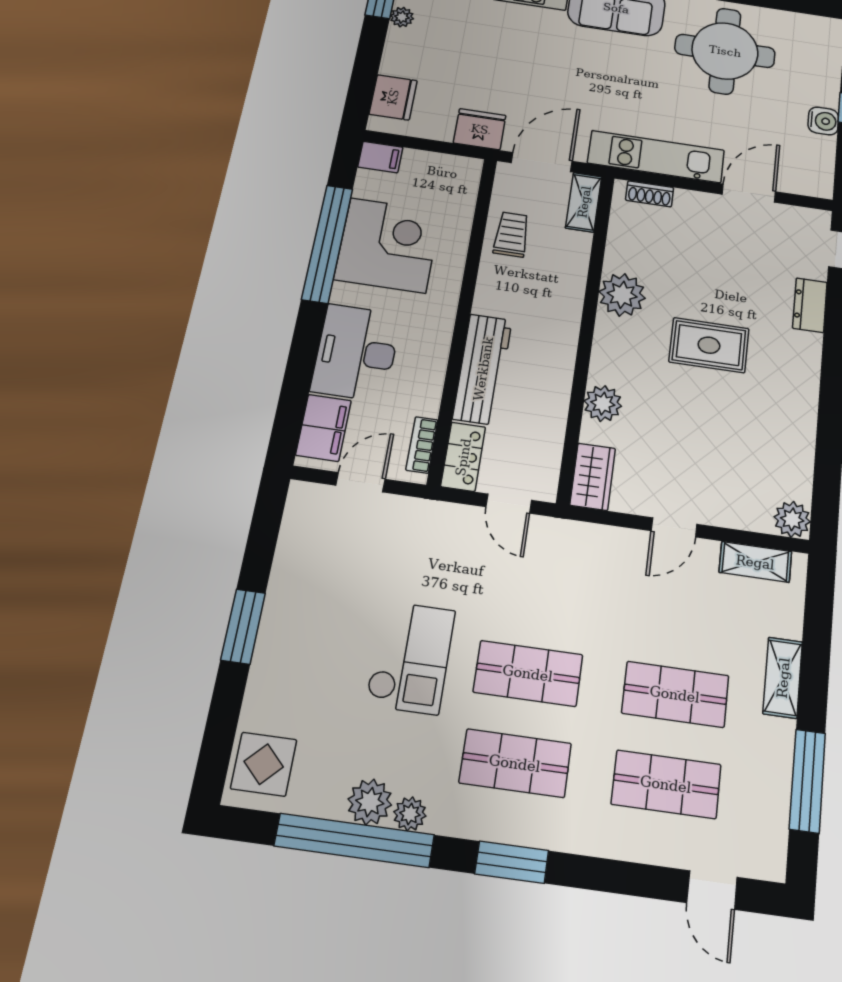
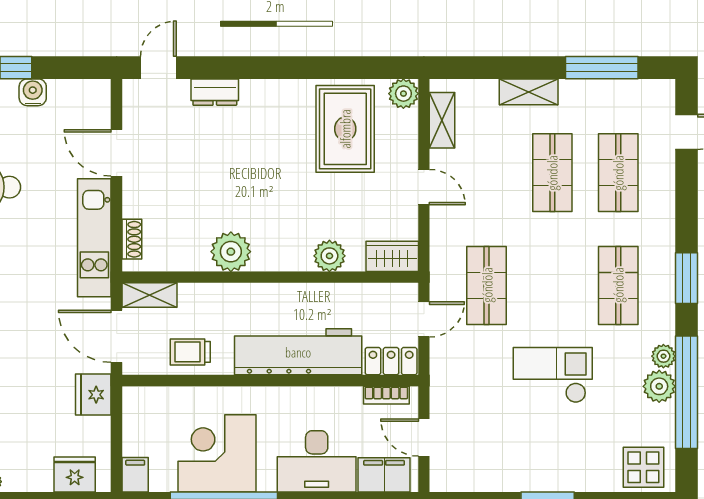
rug: (709, 345) -> (345, 129), moved, width x1.36, depth x1.43
workbench: (483, 369) -> (298, 352), width x1.36, depth x1.32
shop shelf: (528, 673) -> (487, 285), moved

